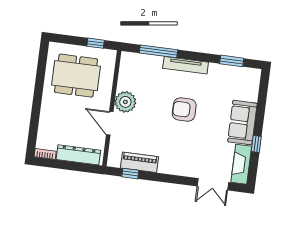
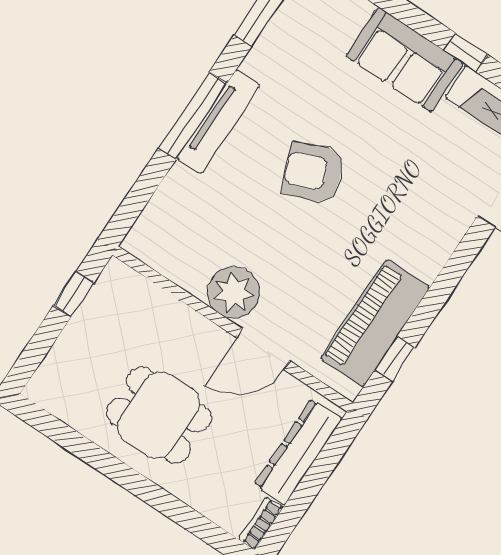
window: (158, 51) -> (193, 116), moved
dining table: (76, 76) -> (159, 415), moved, width x0.73
armchair: (184, 109) -> (313, 172), turned 68
piano: (139, 162) -> (375, 323), width x1.37, depth x1.33

